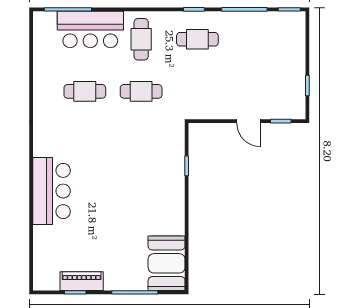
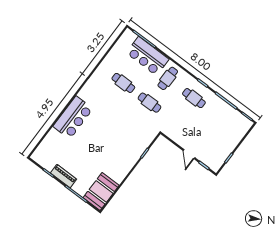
piano: (82, 281) -> (64, 176), moved

